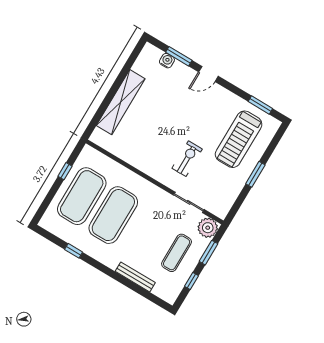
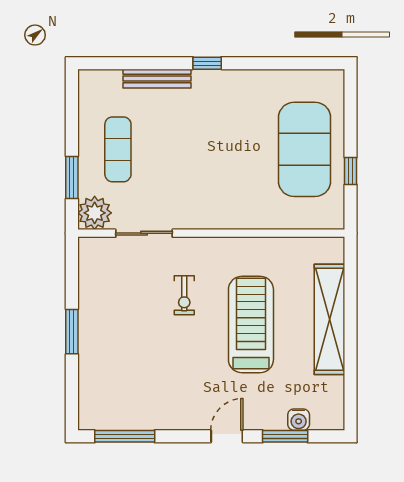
window: (260, 105) -> (125, 436), width x1.44
treadmill: (239, 139) -> (251, 325), moved
exercise bike: (187, 159) -> (184, 295), width x0.73, depth x0.72
exercise mat: (113, 215) -> (242, 149), removed
window: (74, 251) -> (207, 63), moved
window: (191, 281) -> (72, 122), removed

